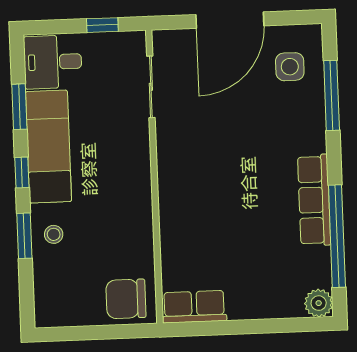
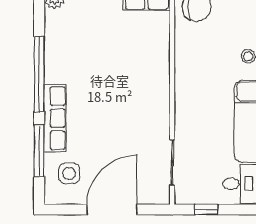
row of seats: (314, 200) -> (55, 118), moved
window: (337, 236) -> (39, 74), moved

